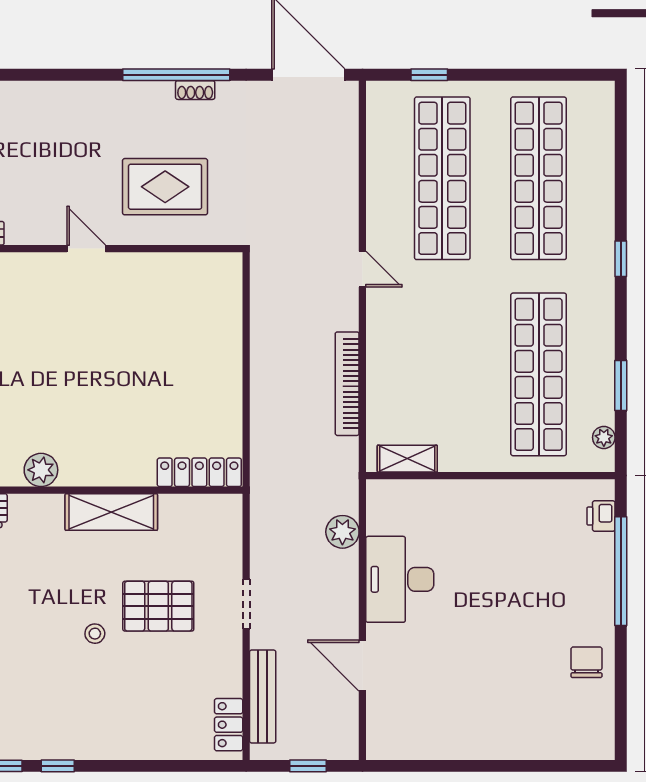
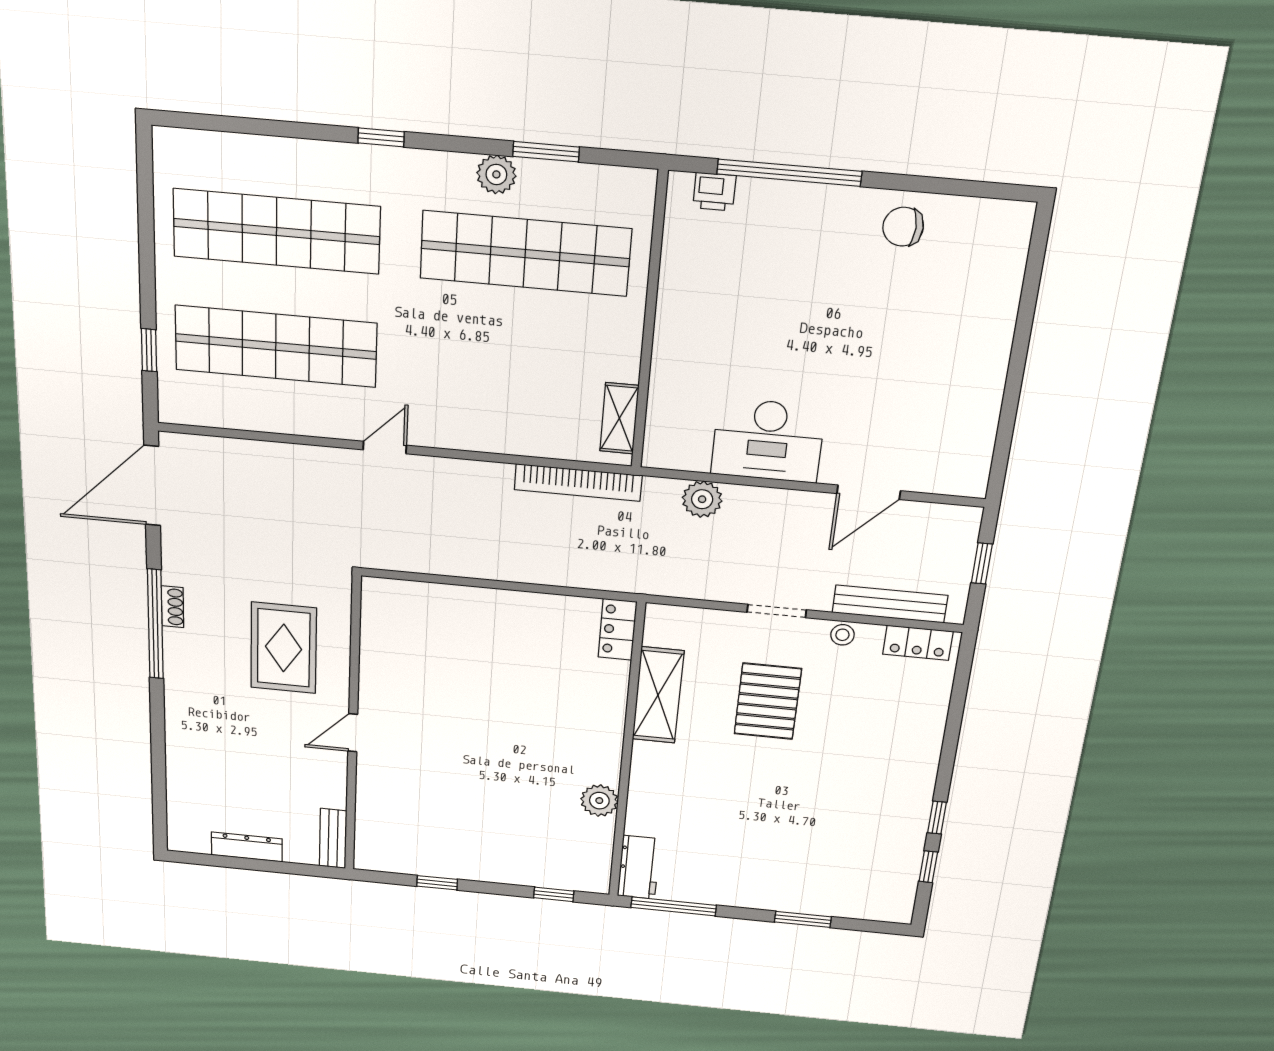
bookcase: (347, 384) -> (578, 483), moved
plant: (604, 437) -> (496, 174), moved, width x1.38, depth x1.38
locker: (199, 472) -> (617, 629), width x0.66
shelving: (111, 512) -> (658, 695), moved
stool: (95, 634) -> (842, 635), moved

